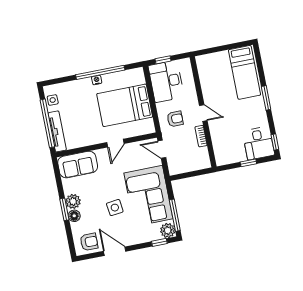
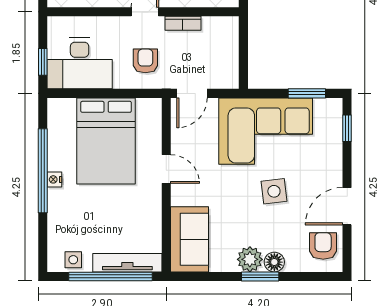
window: (175, 215) -> (307, 93), width x0.69
plant: (168, 231) -> (330, 110), removed

